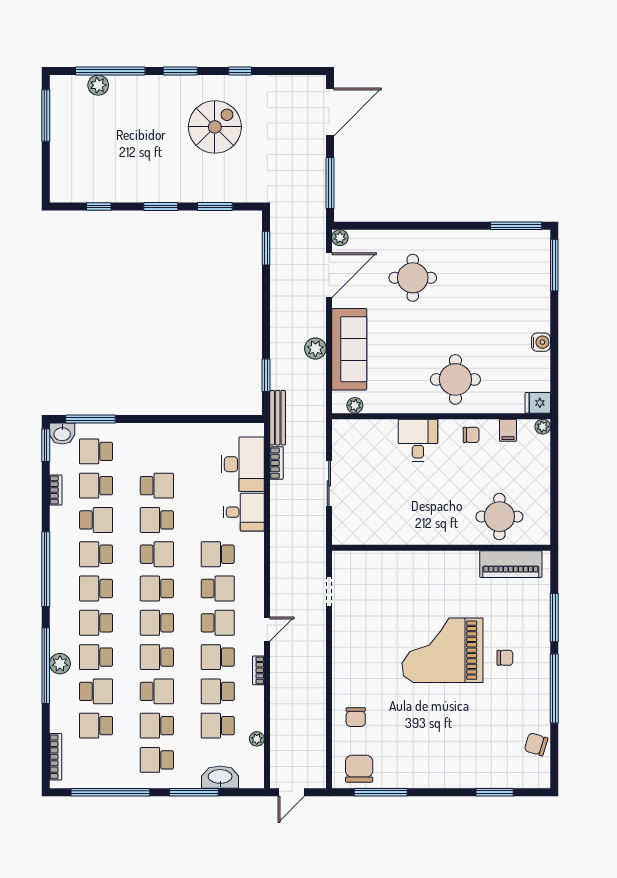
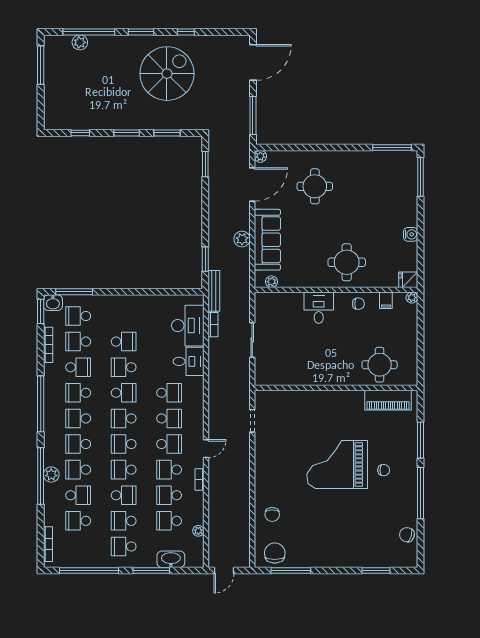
spiral stairs: (215, 127) -> (167, 74), width x1.37, depth x1.37
bookcase: (56, 490) -> (48, 345), width x1.56
school desk: (218, 554) -> (169, 393), turned 180

